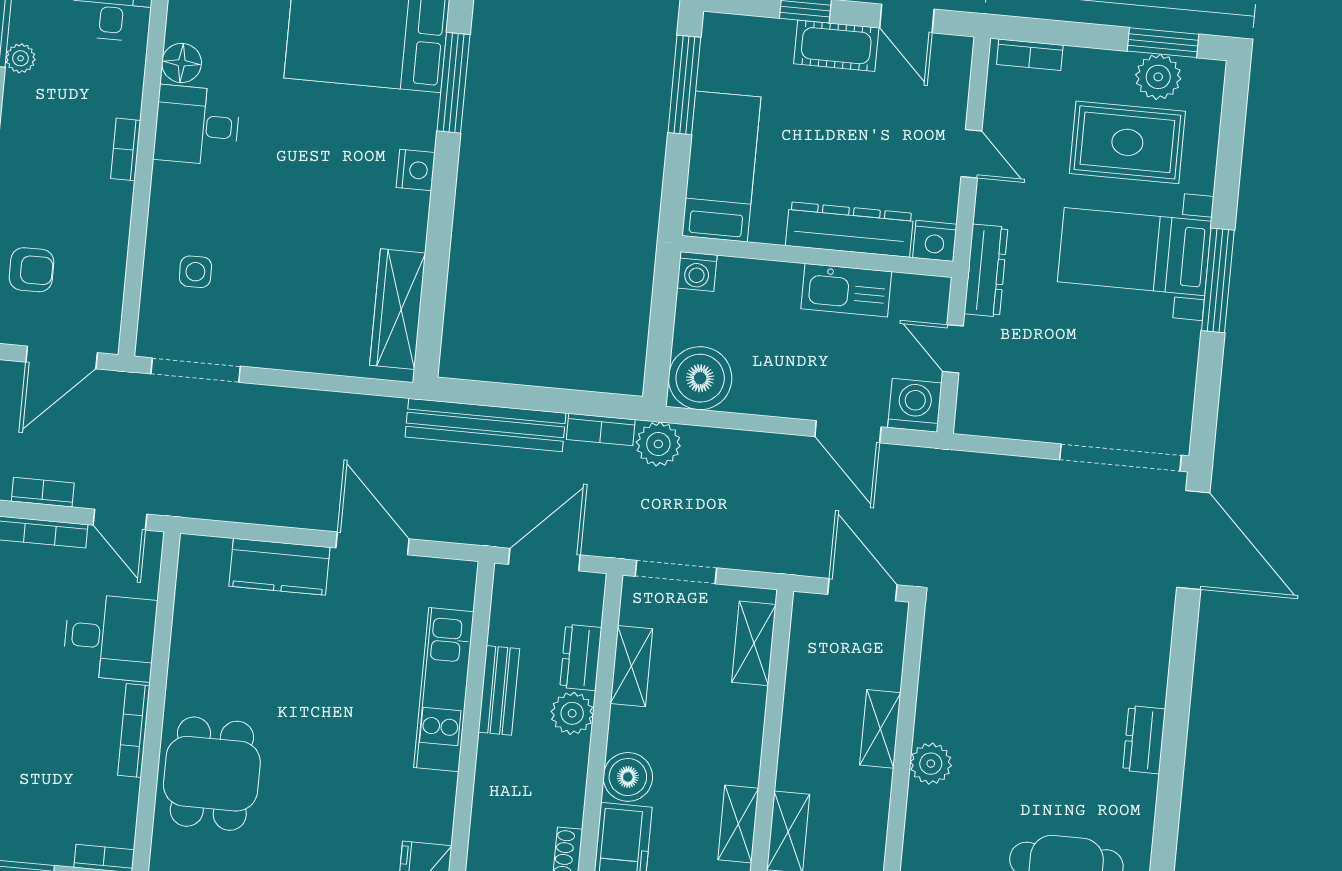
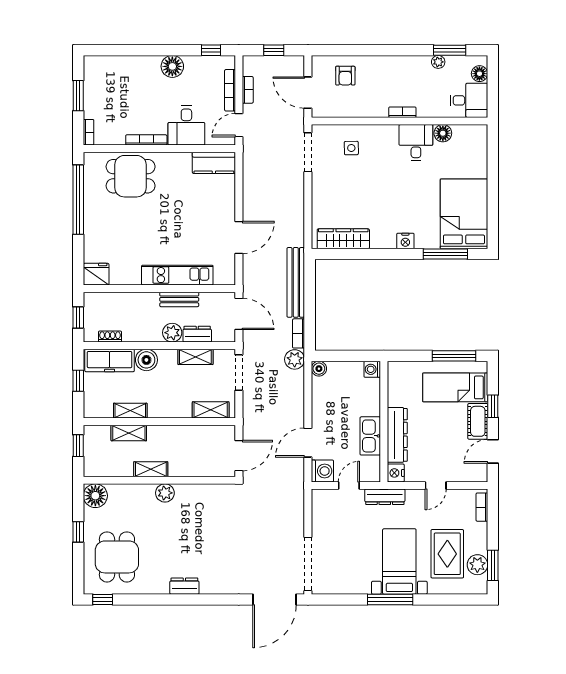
bed: (721, 166) -> (455, 387), moved, turned 180
boiler: (700, 378) -> (319, 369), width x0.54, depth x0.54
kitchen counter: (279, 567) -> (214, 163), moved, turned -90
shelving: (880, 729) -> (151, 469), moved

